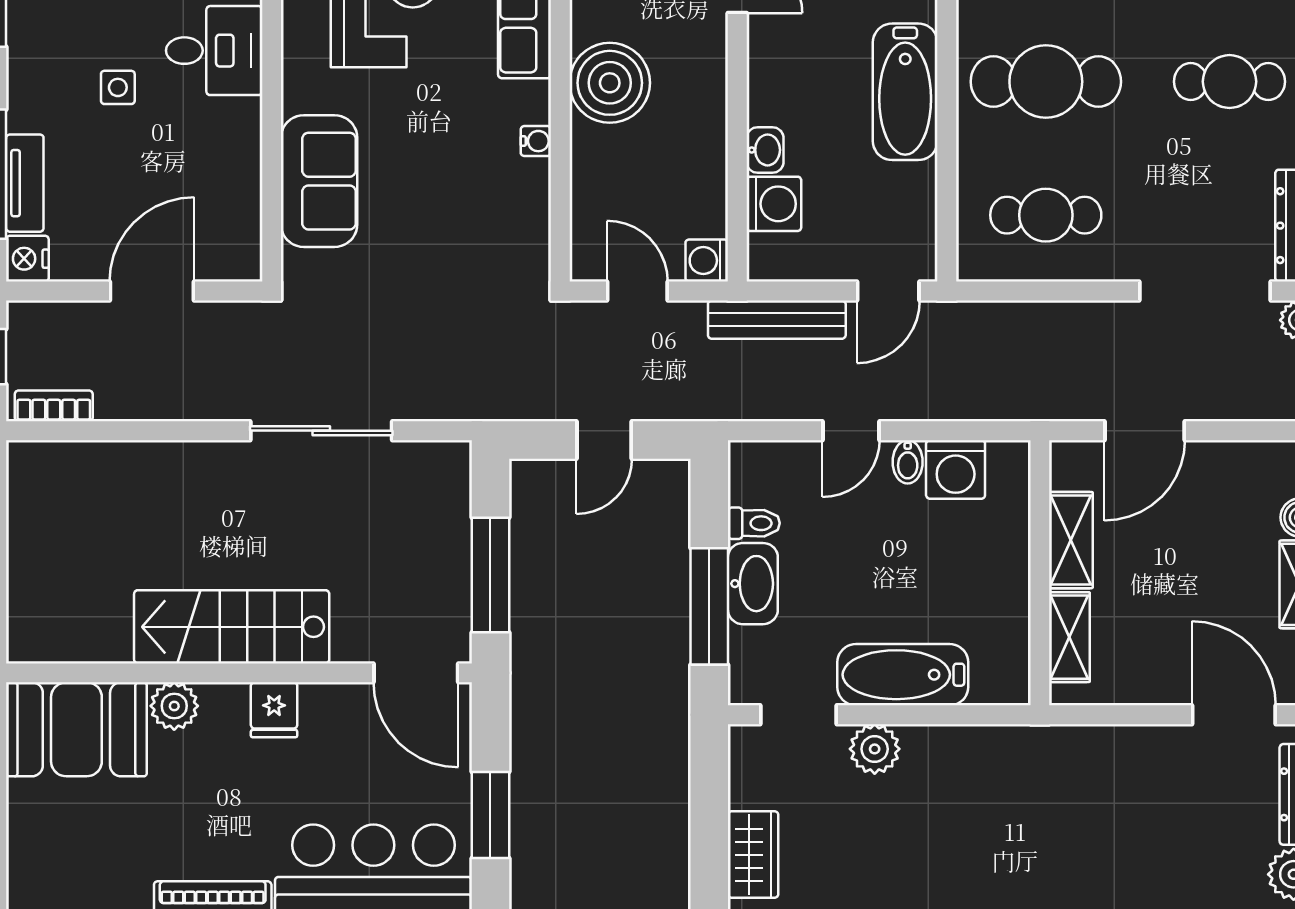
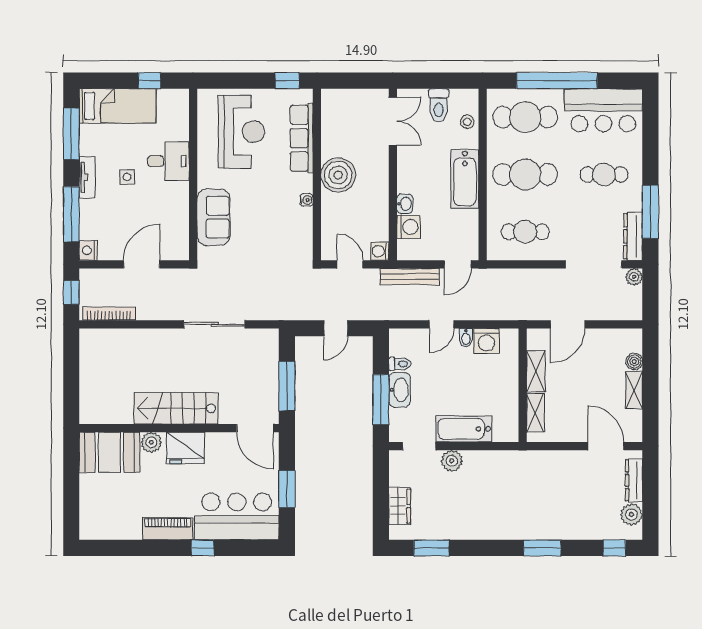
tv unit: (25, 183) -> (87, 177), moved
bookcase: (54, 406) -> (109, 314), width x1.56
fridge: (274, 710) -> (185, 448), width x1.88, depth x1.34

